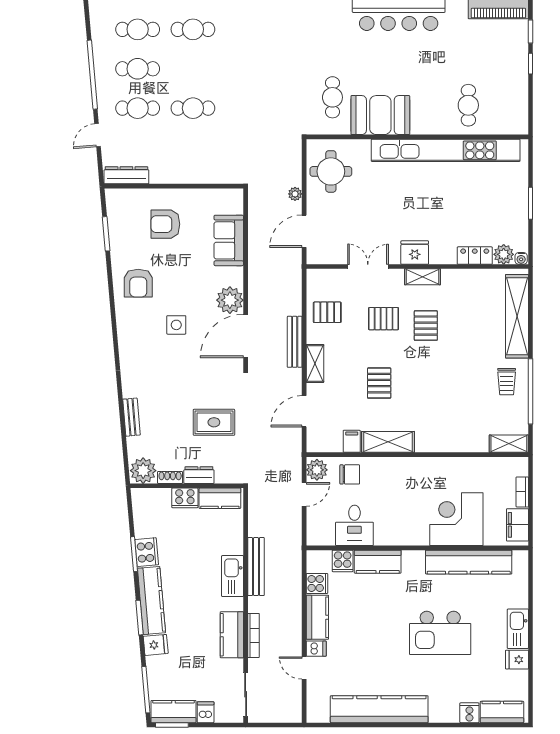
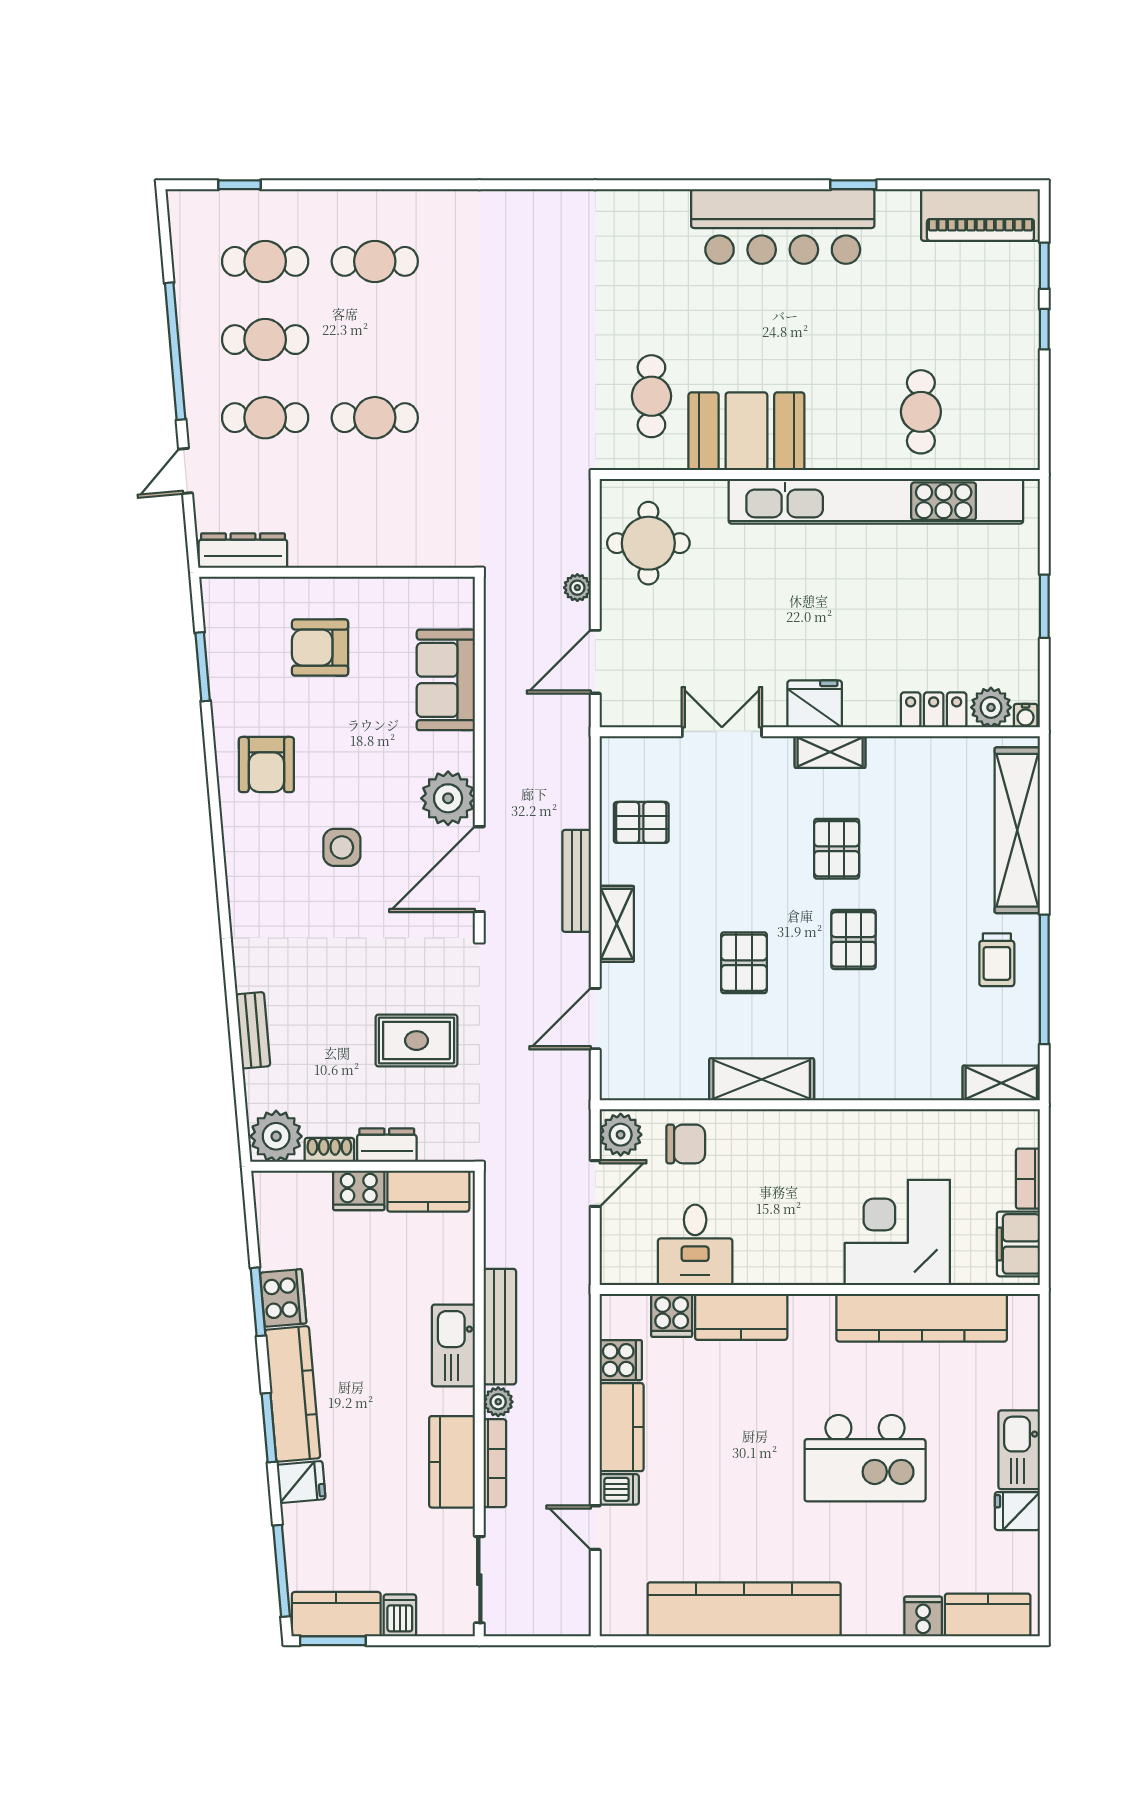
pallet: (384, 319) -> (853, 939), moved, turned 90
filing cabinet: (352, 441) -> (690, 1078), removed
plant: (255, 604) -> (498, 1402), added

